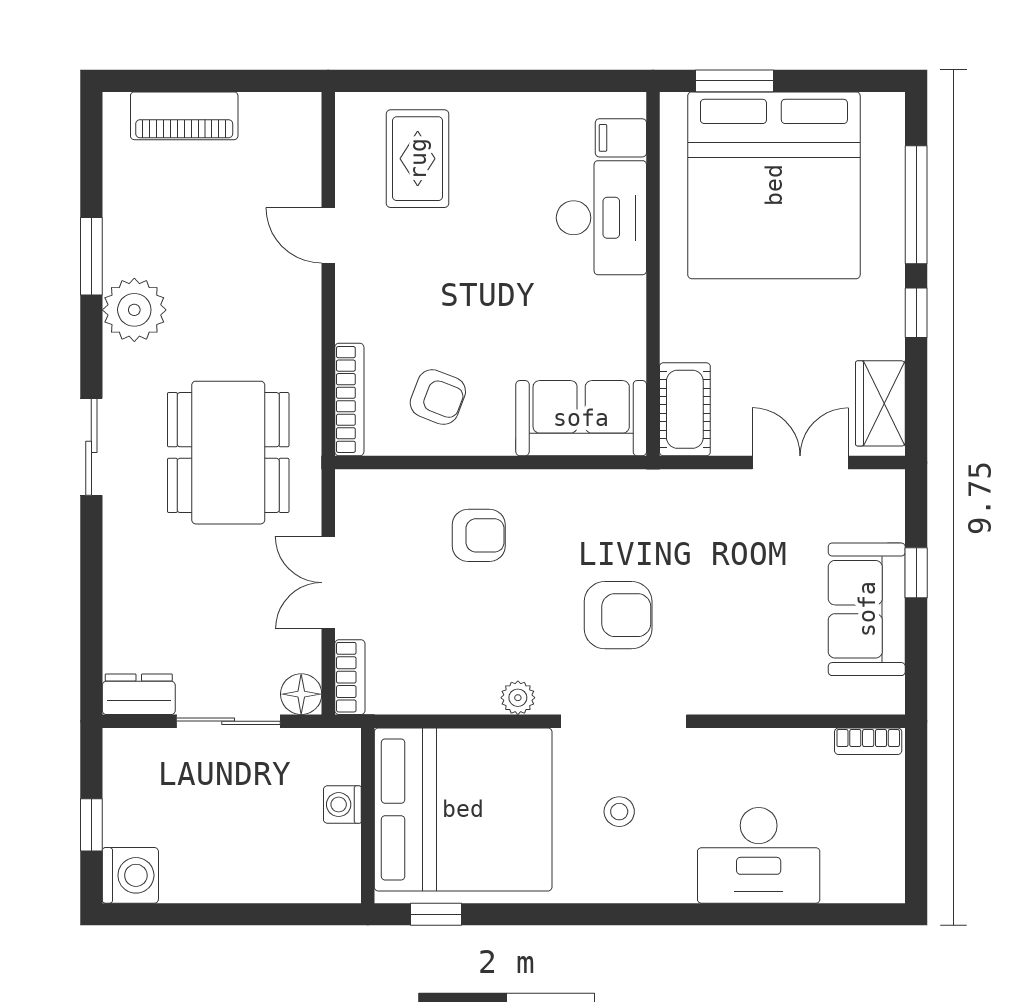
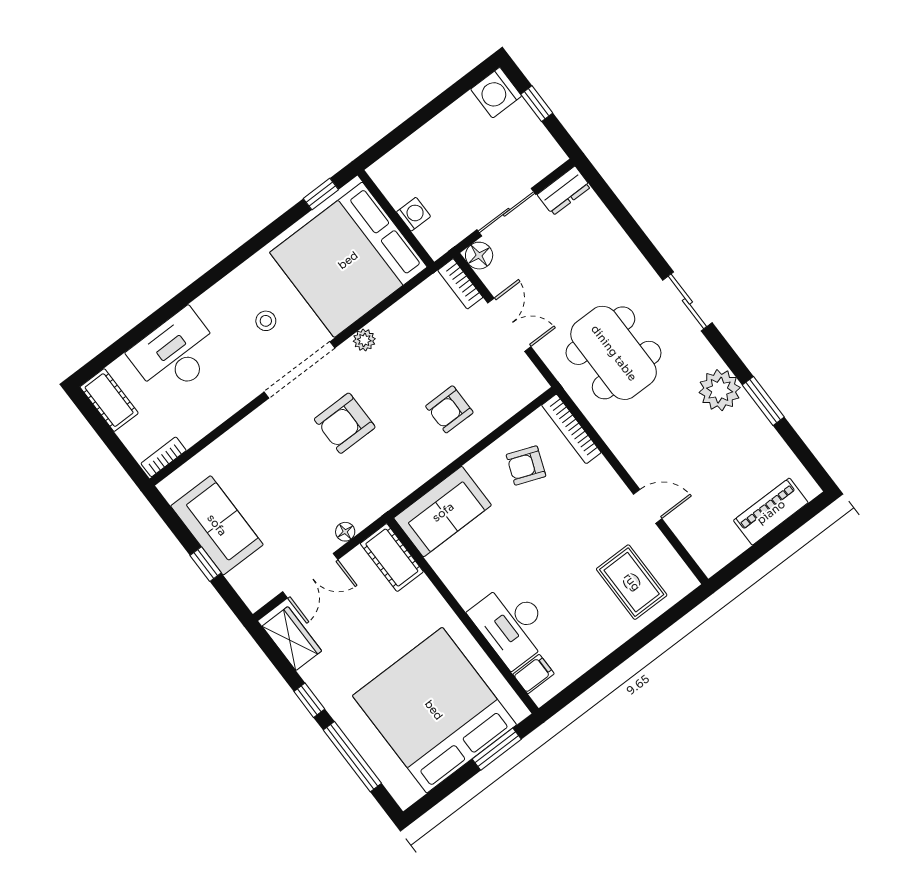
floor lamp: (717, 483) -> (345, 532), added
cot: (882, 860) -> (109, 400), added

